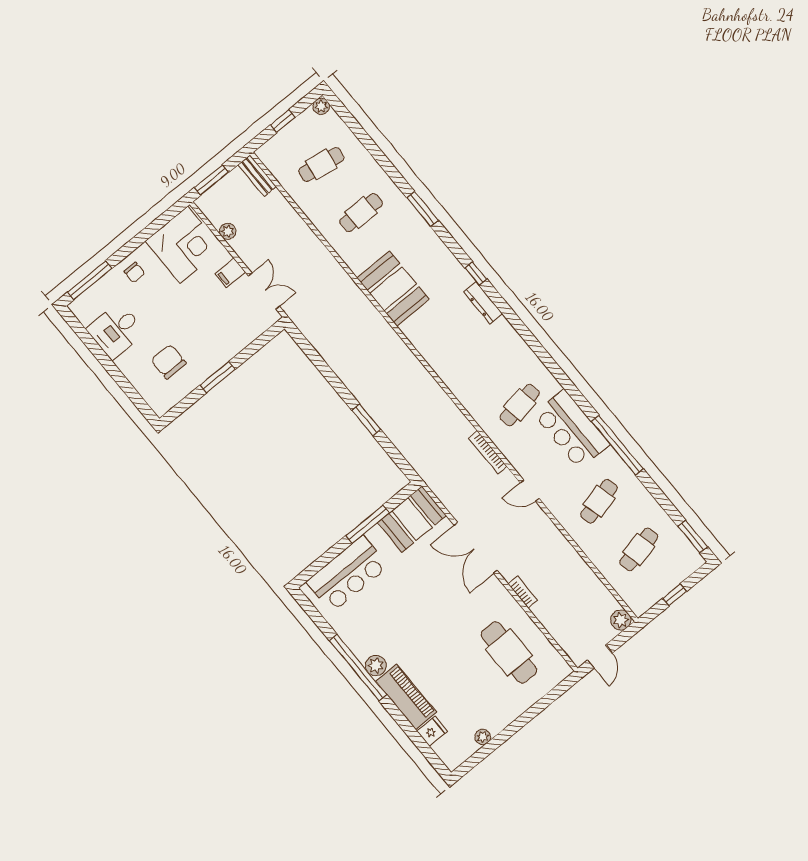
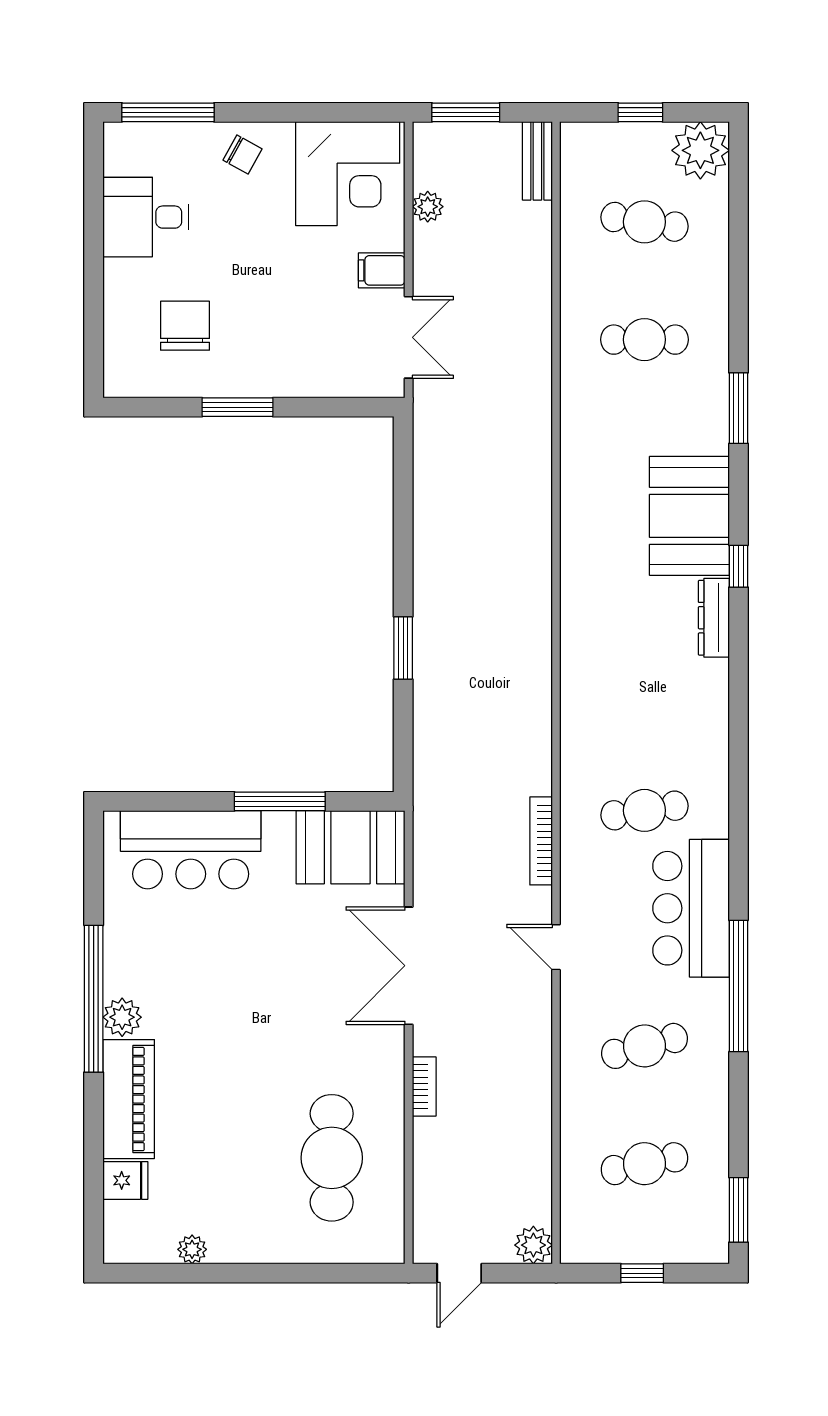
plant: (321, 106) -> (700, 150), width x1.87, depth x1.87
chair: (134, 272) -> (243, 155), turned -61
booth: (393, 289) -> (689, 516), moved

